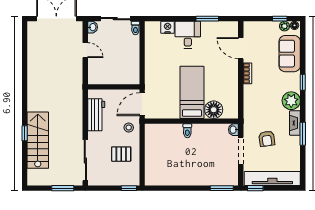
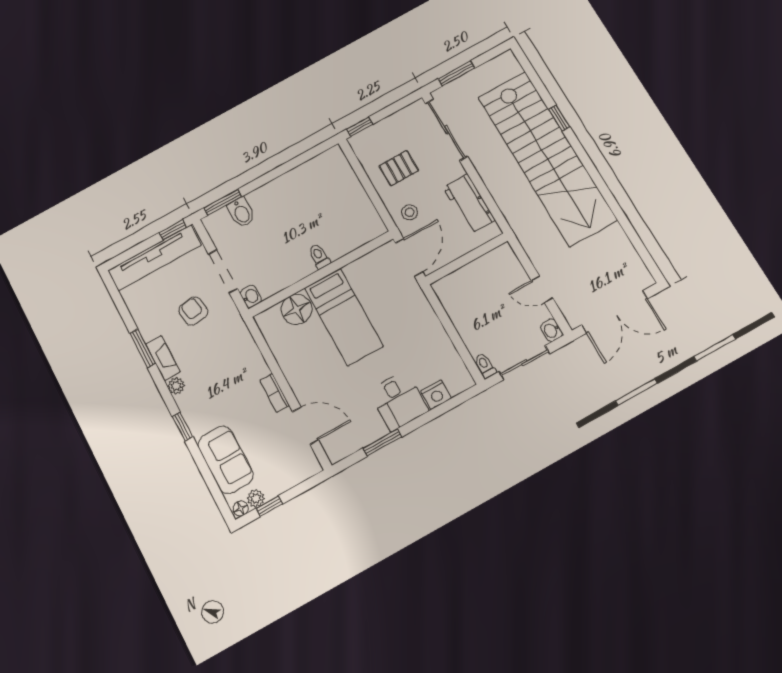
plant: (291, 101) -> (176, 386), width x0.53, depth x0.53
stairs: (38, 140) -> (547, 158), width x1.86, depth x1.51
bidet: (215, 177) -> (241, 212), added

